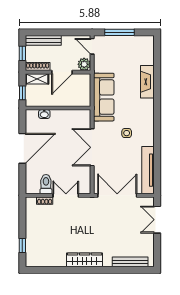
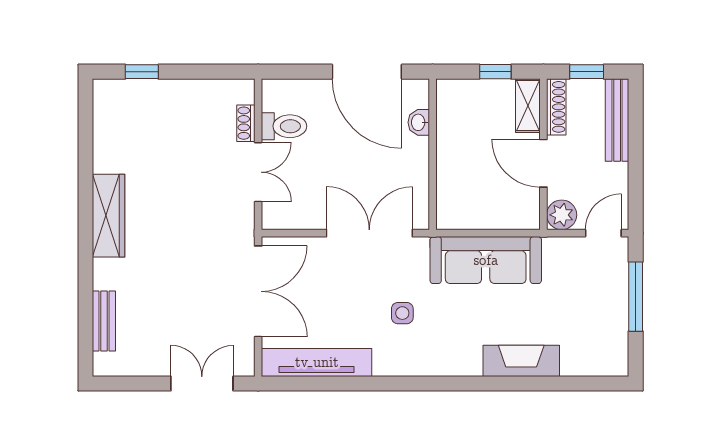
wall: (58, 108) -> (433, 154), moved
washbasin: (44, 114) -> (419, 122), moved
bench: (130, 262) -> (104, 321), width x0.73

